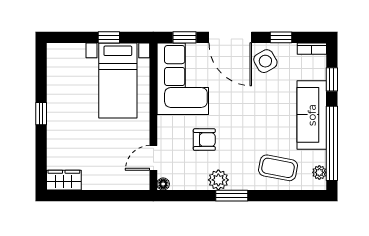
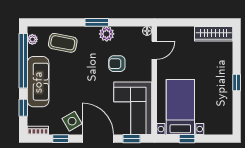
wardrobe: (64, 180) -> (214, 34), width x1.50

